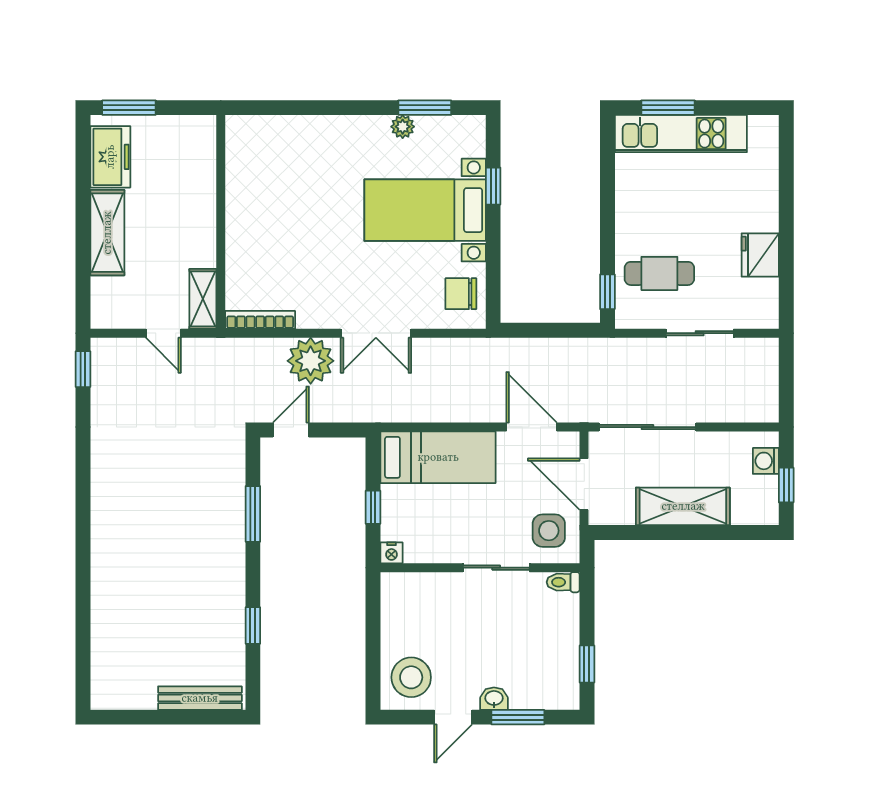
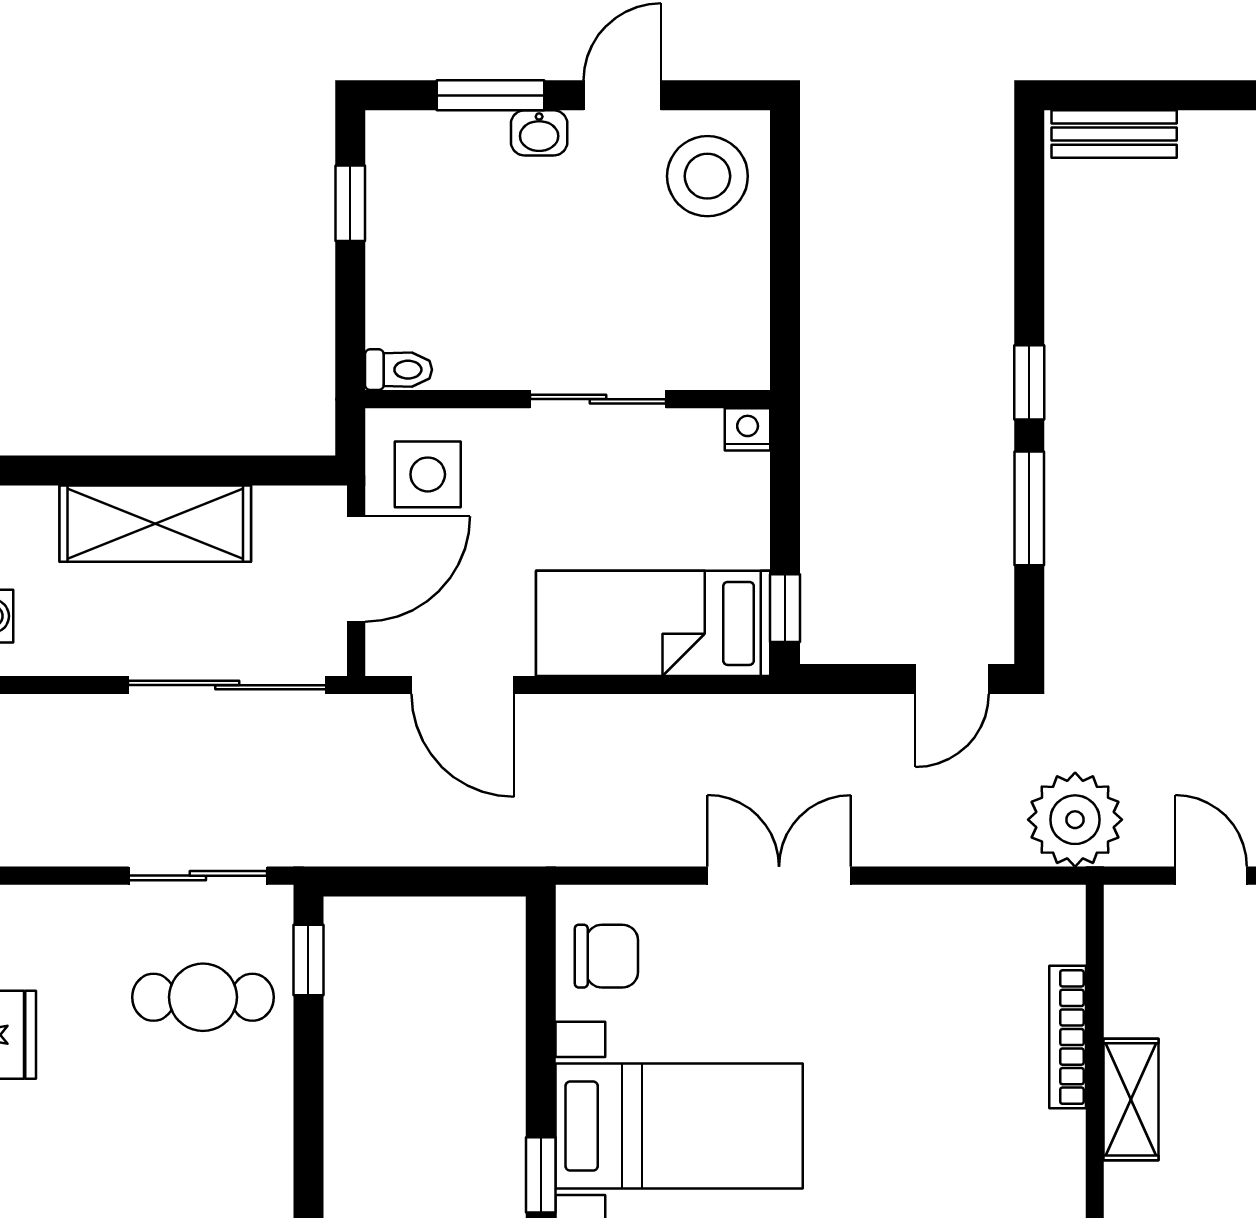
shelving: (203, 299) -> (1131, 1099), moved
bookcase: (260, 320) -> (1068, 1037), moved, turned 90
sliding door: (700, 333) -> (198, 876), moved
plant: (311, 361) -> (1075, 820), moved
door: (584, 484) -> (356, 569), hinge flipped
window: (373, 507) -> (785, 608), moved
sliding door: (496, 568) -> (598, 399), moved
window: (253, 626) -> (1029, 382), moved
bench: (200, 698) -> (1114, 134), width x0.73

